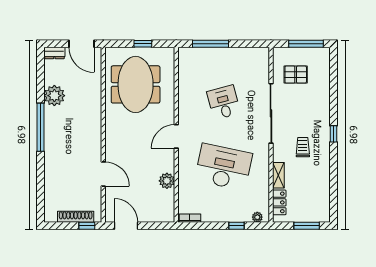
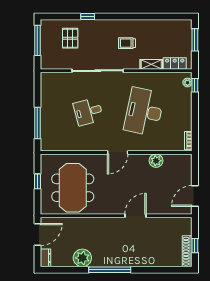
pallet: (296, 75) -> (70, 38), moved
meeting table: (136, 84) -> (73, 188), turned 90
window: (334, 134) -> (88, 17), moved
door: (176, 136) -> (118, 153), hinge flipped
door: (103, 174) -> (135, 216), moved
shoe rack: (76, 217) -> (187, 251), moved
window: (87, 226) -> (195, 246), moved
window: (237, 226) -> (195, 85), moved

